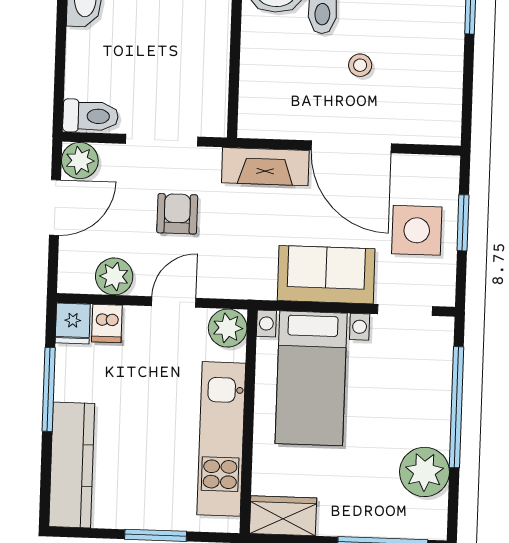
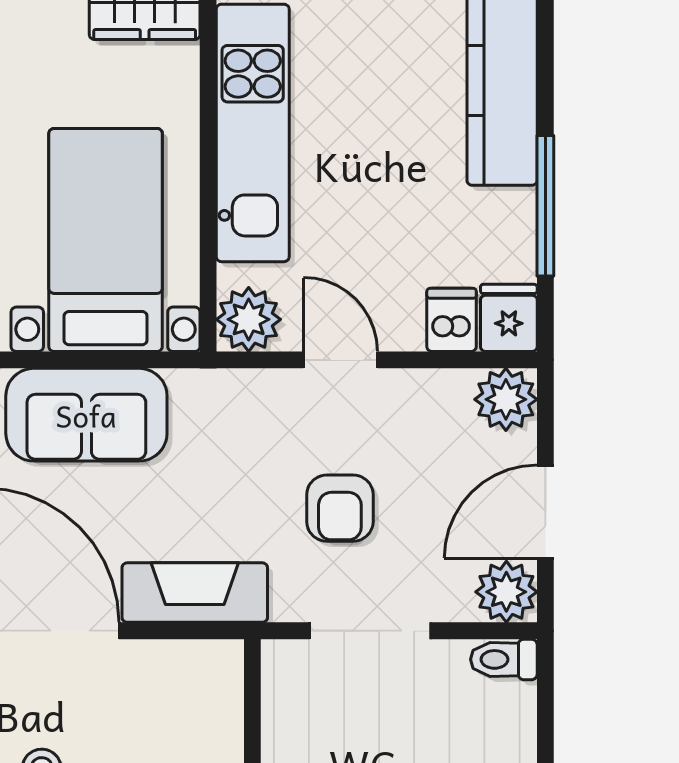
toilet: (91, 116) -> (504, 659), width x0.73, depth x0.72
plant: (114, 276) -> (506, 399), moved
door: (174, 302) -> (340, 360), swing flipped

